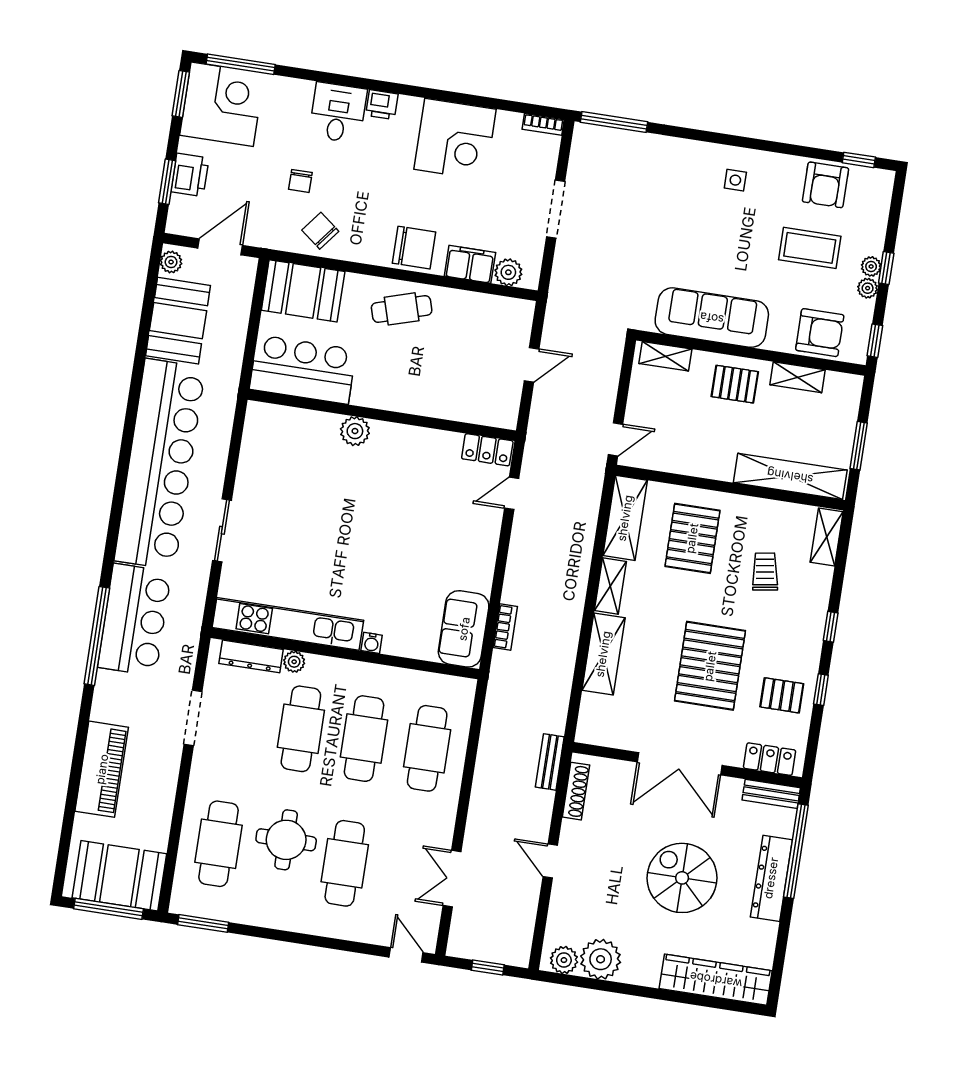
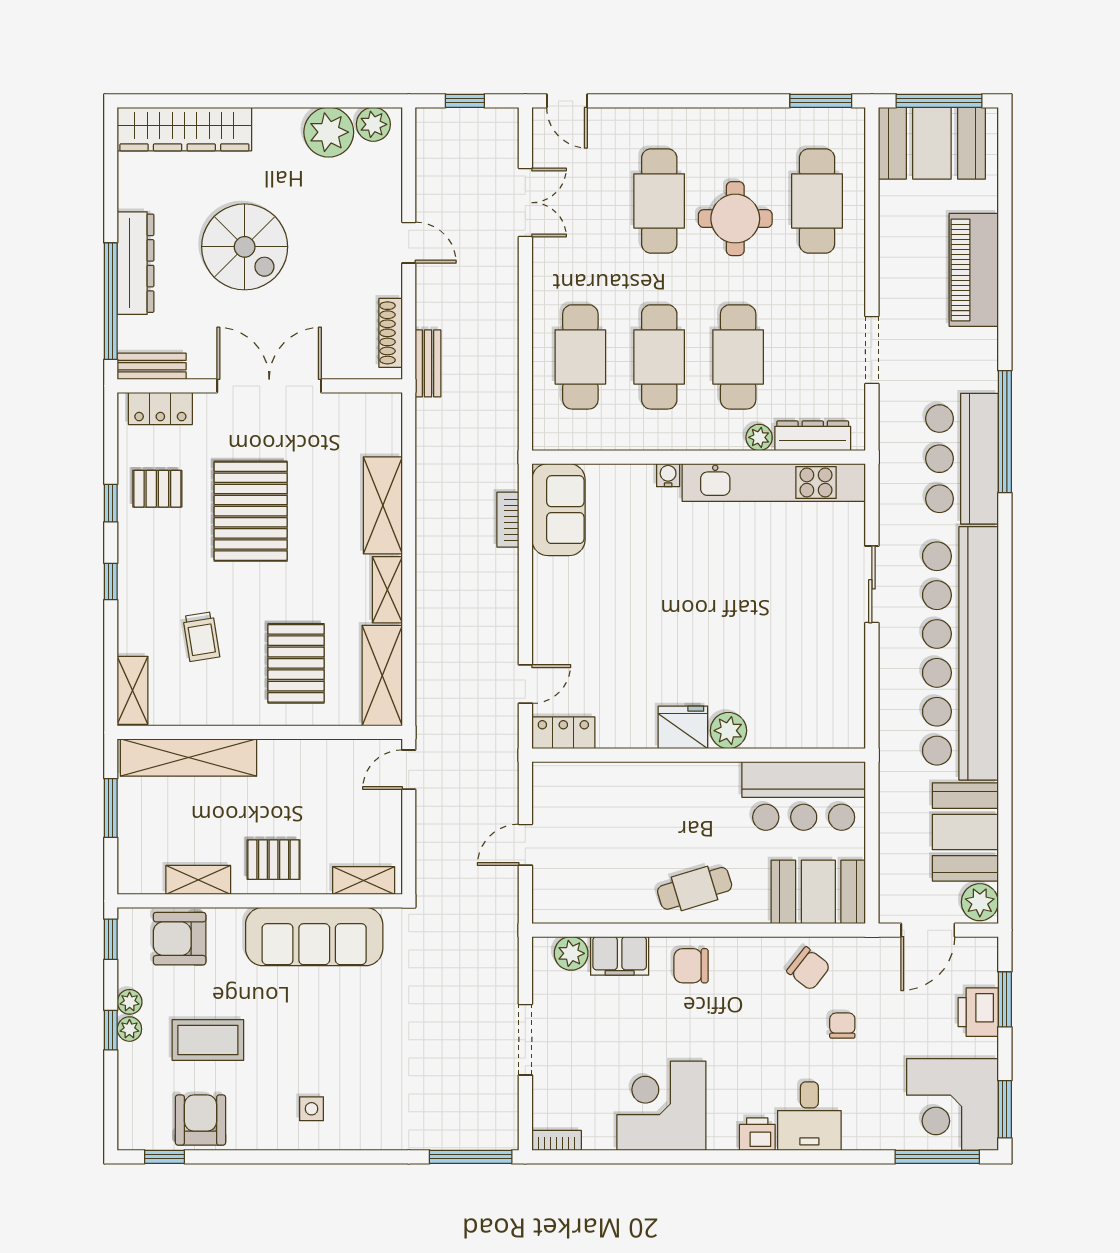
chair: (414, 248) -> (691, 966), width x0.73, depth x0.73
plant: (171, 262) -> (980, 902), width x1.38, depth x1.38
fridge: (391, 439) -> (683, 727), added

